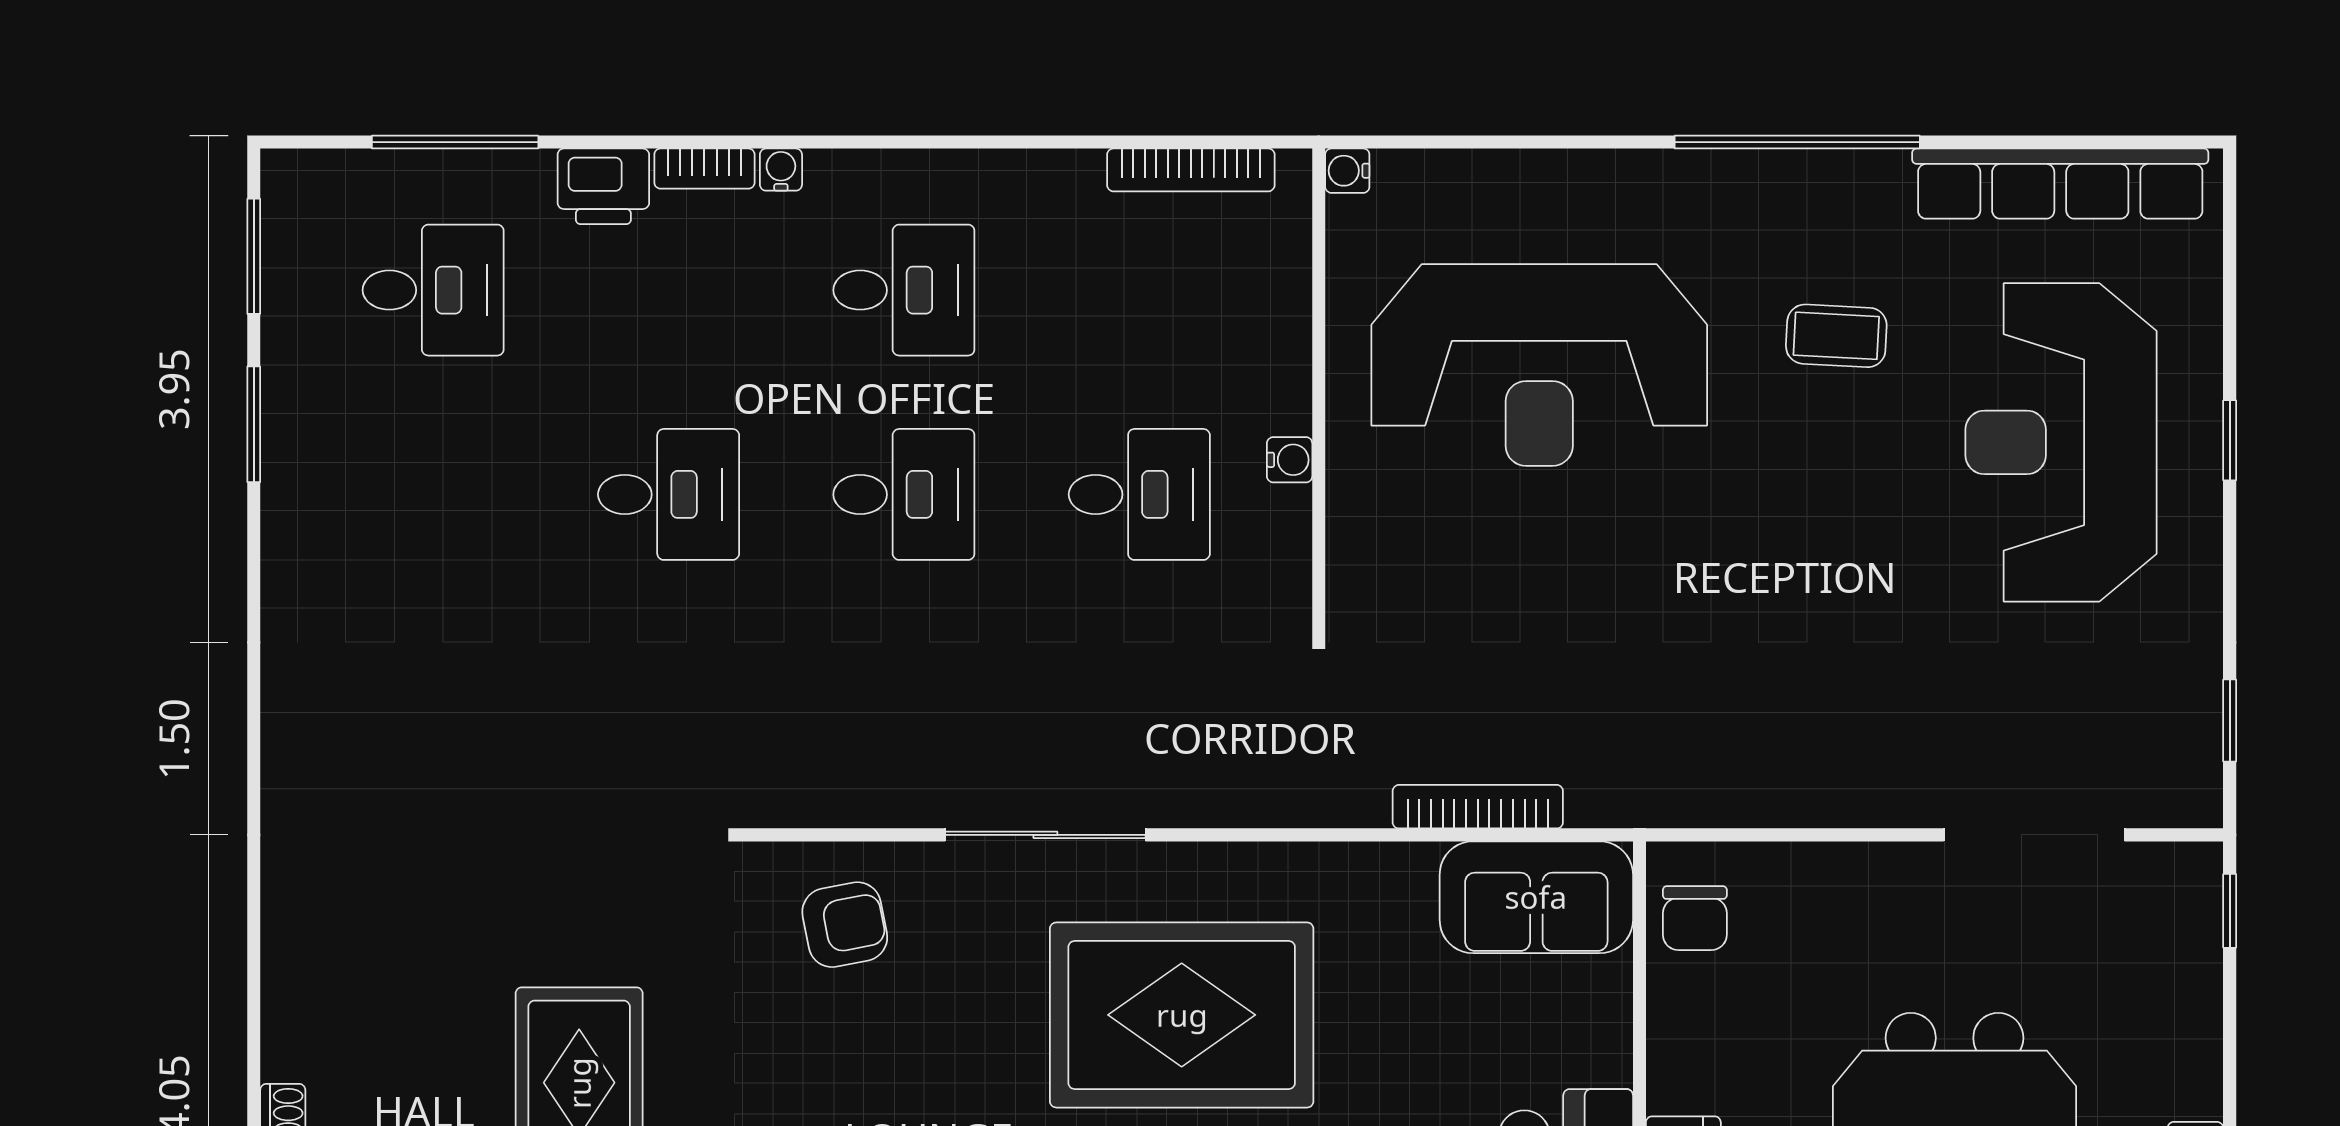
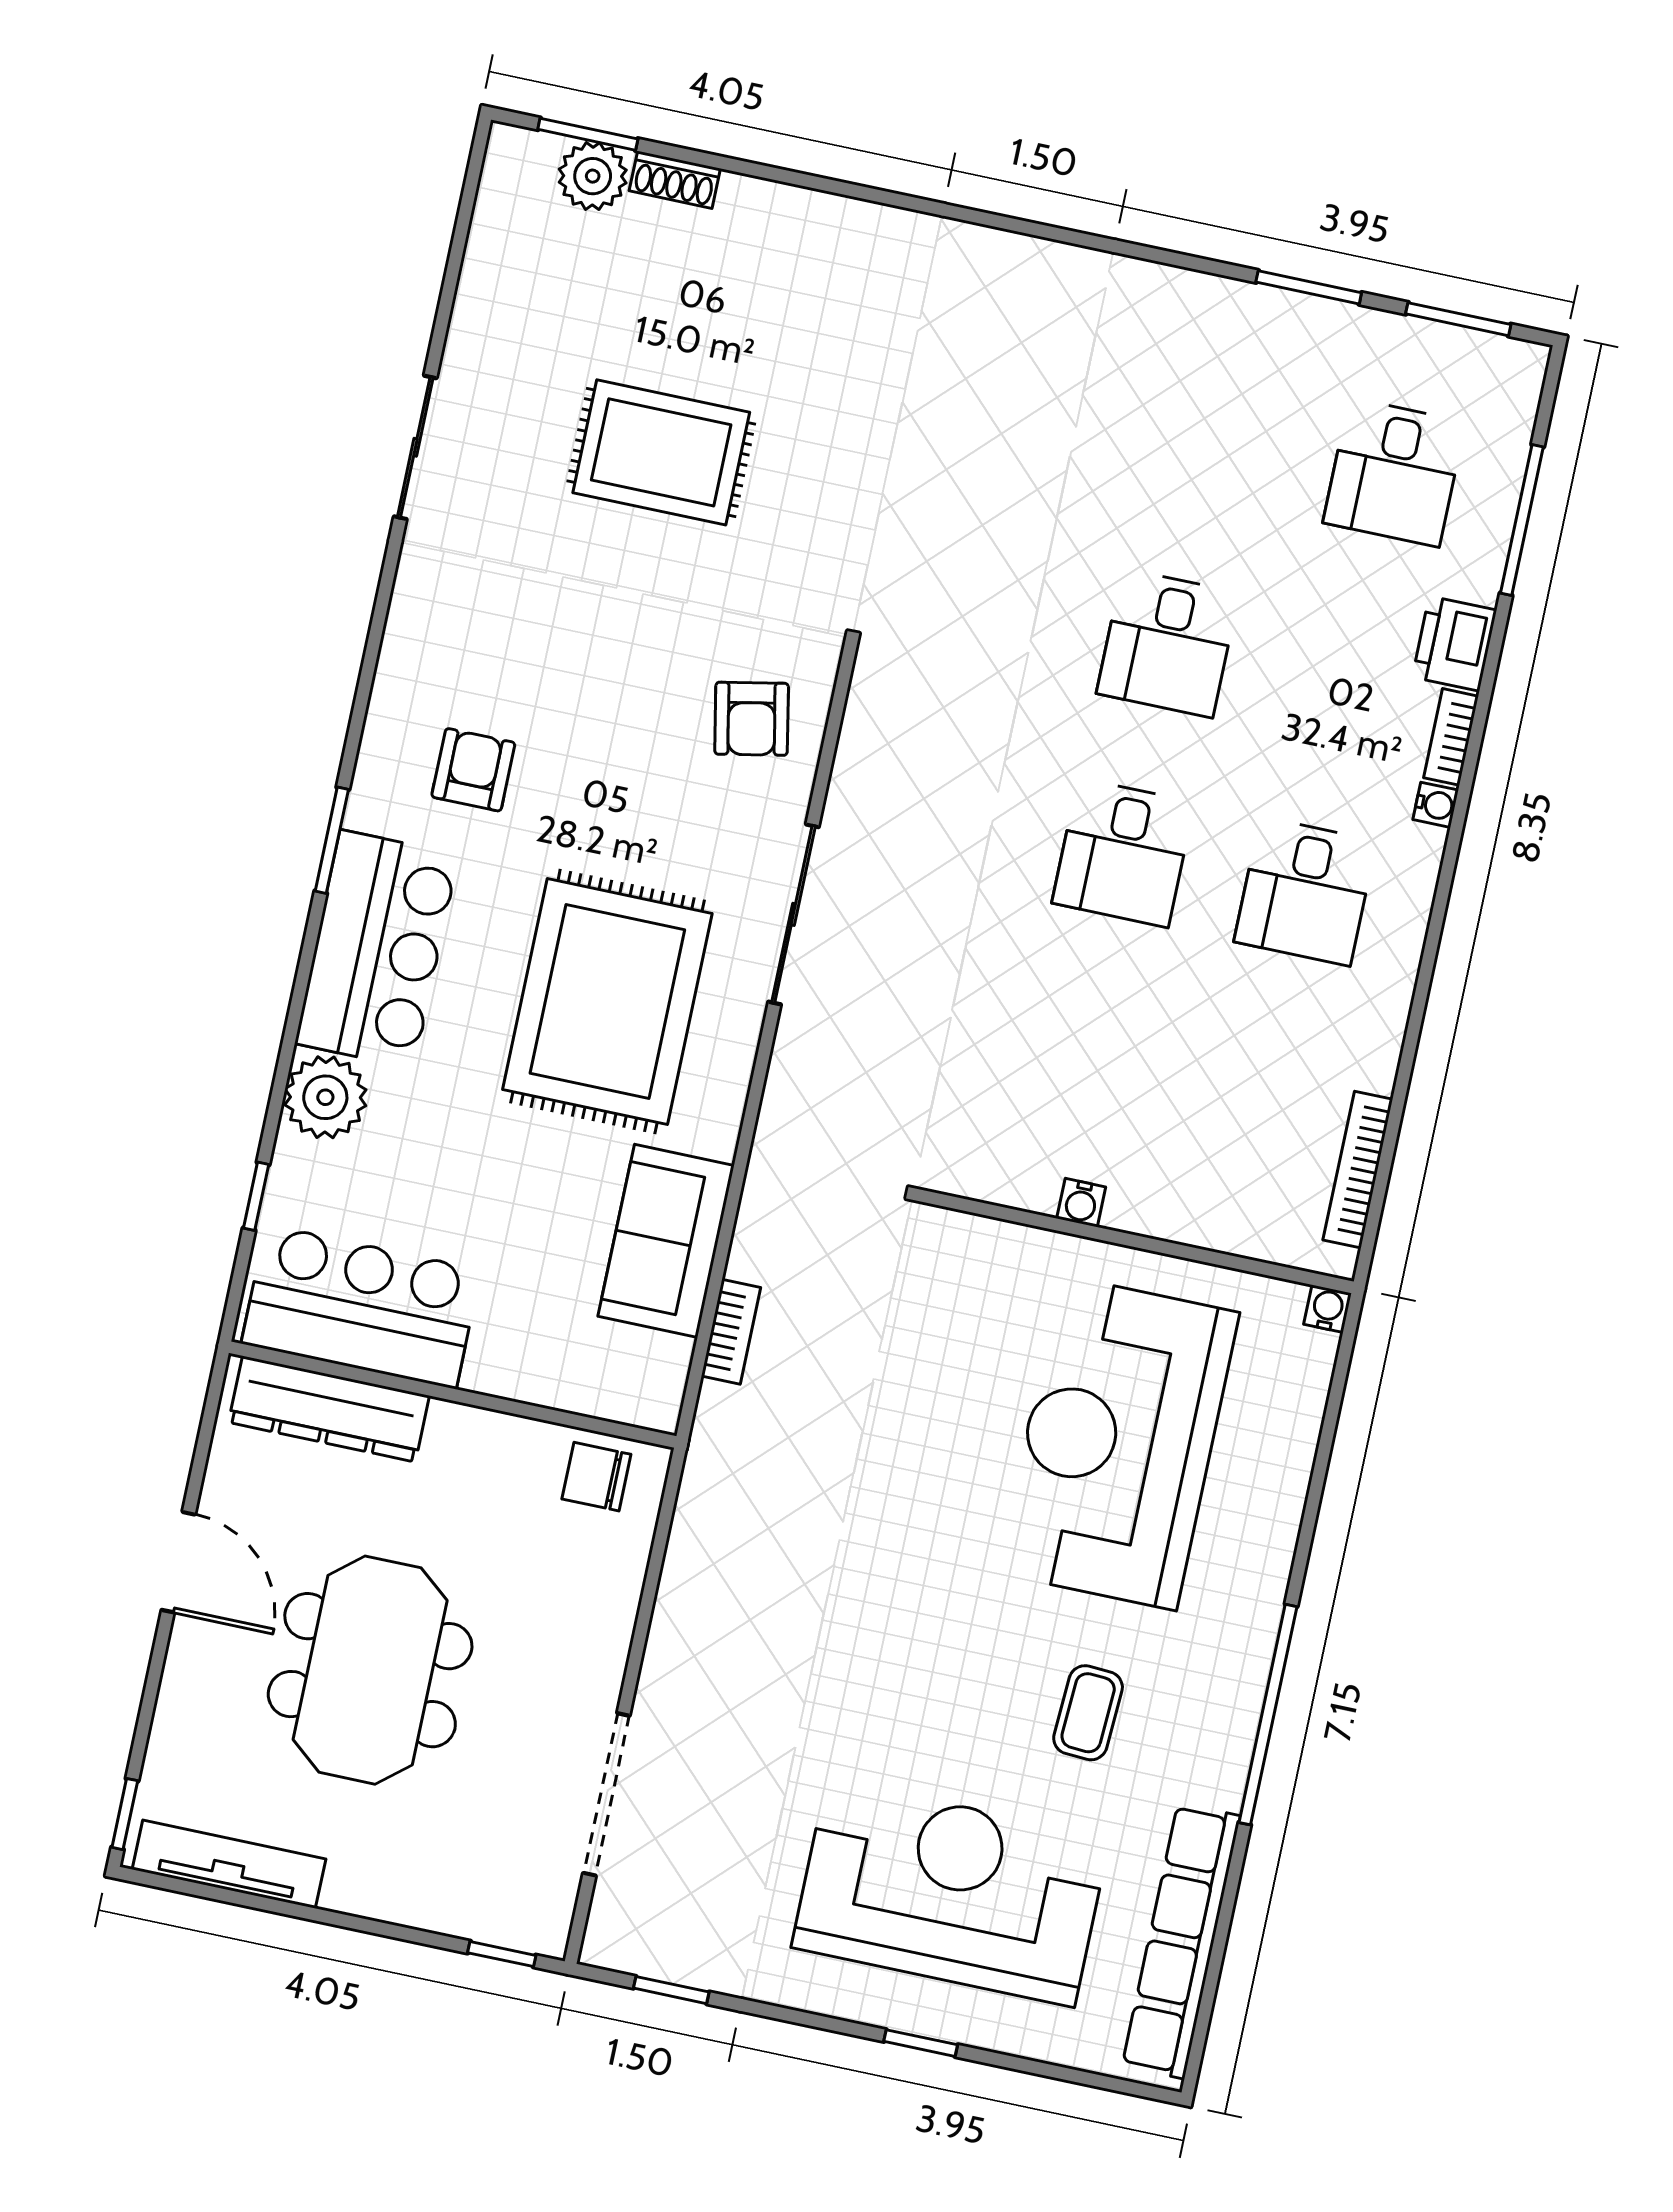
desk: (1139, 494) -> (1079, 1062), removed
bookcase: (1478, 807) -> (731, 1332), width x0.64
sofa: (1536, 897) -> (666, 1241), moved

